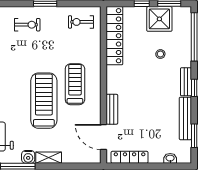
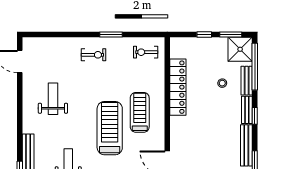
shower: (159, 19) -> (240, 49), moved
locker: (114, 36) -> (178, 87), moved
bench: (112, 109) -> (247, 81), moved

